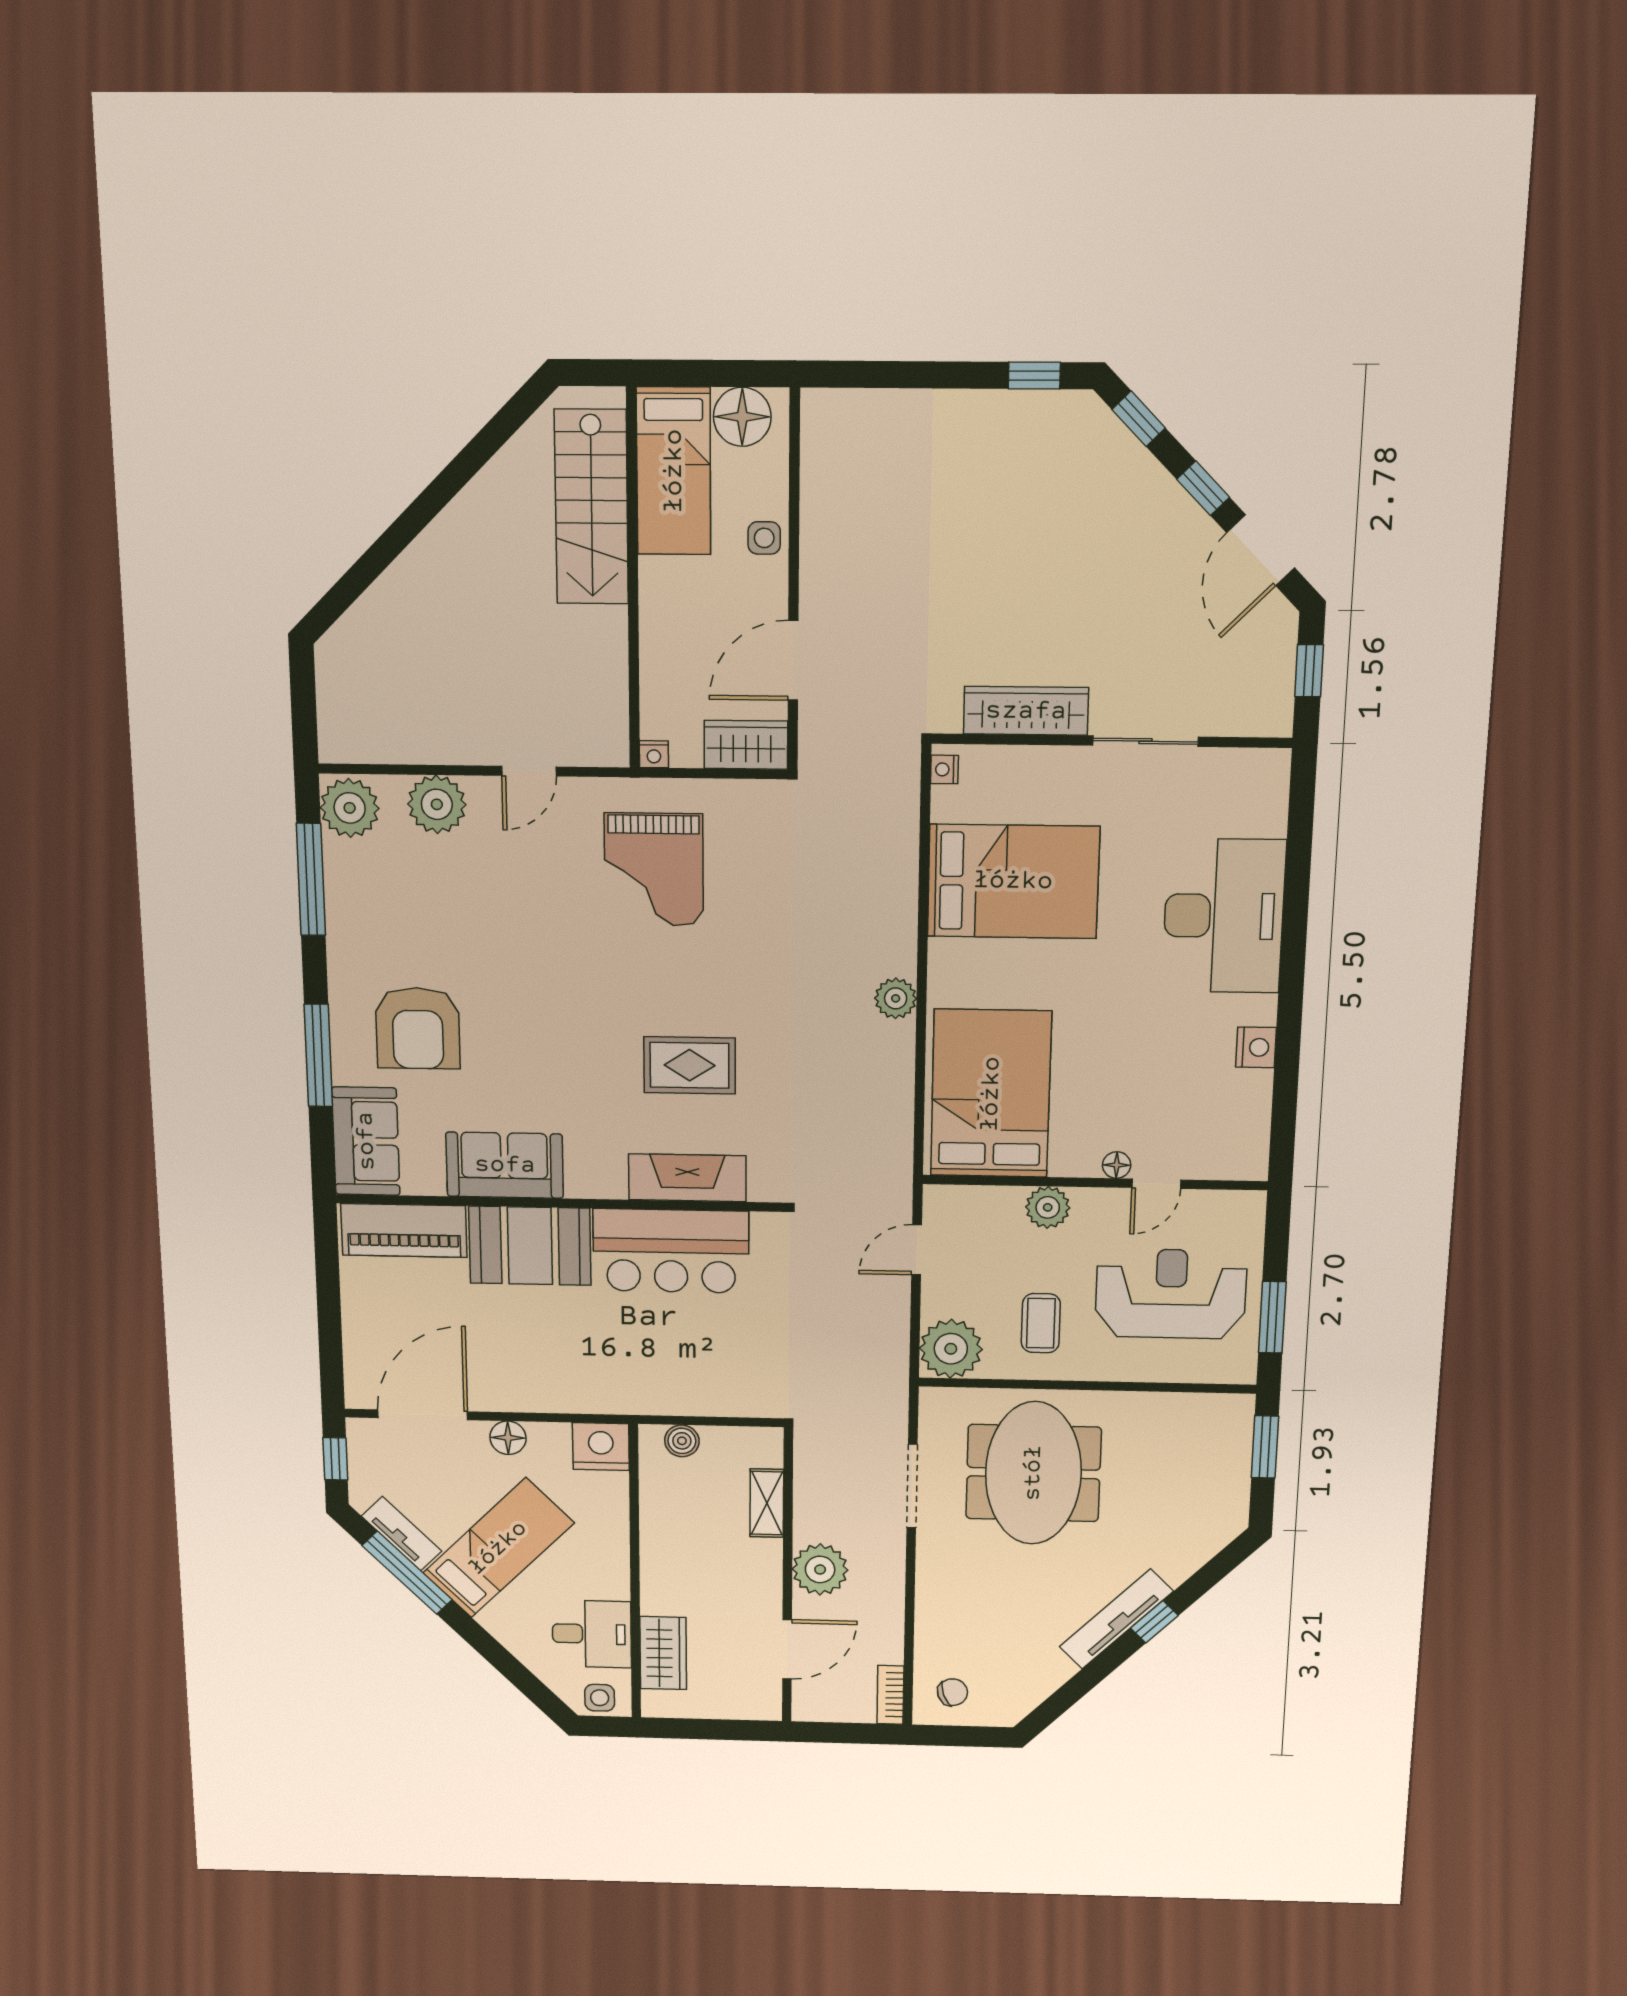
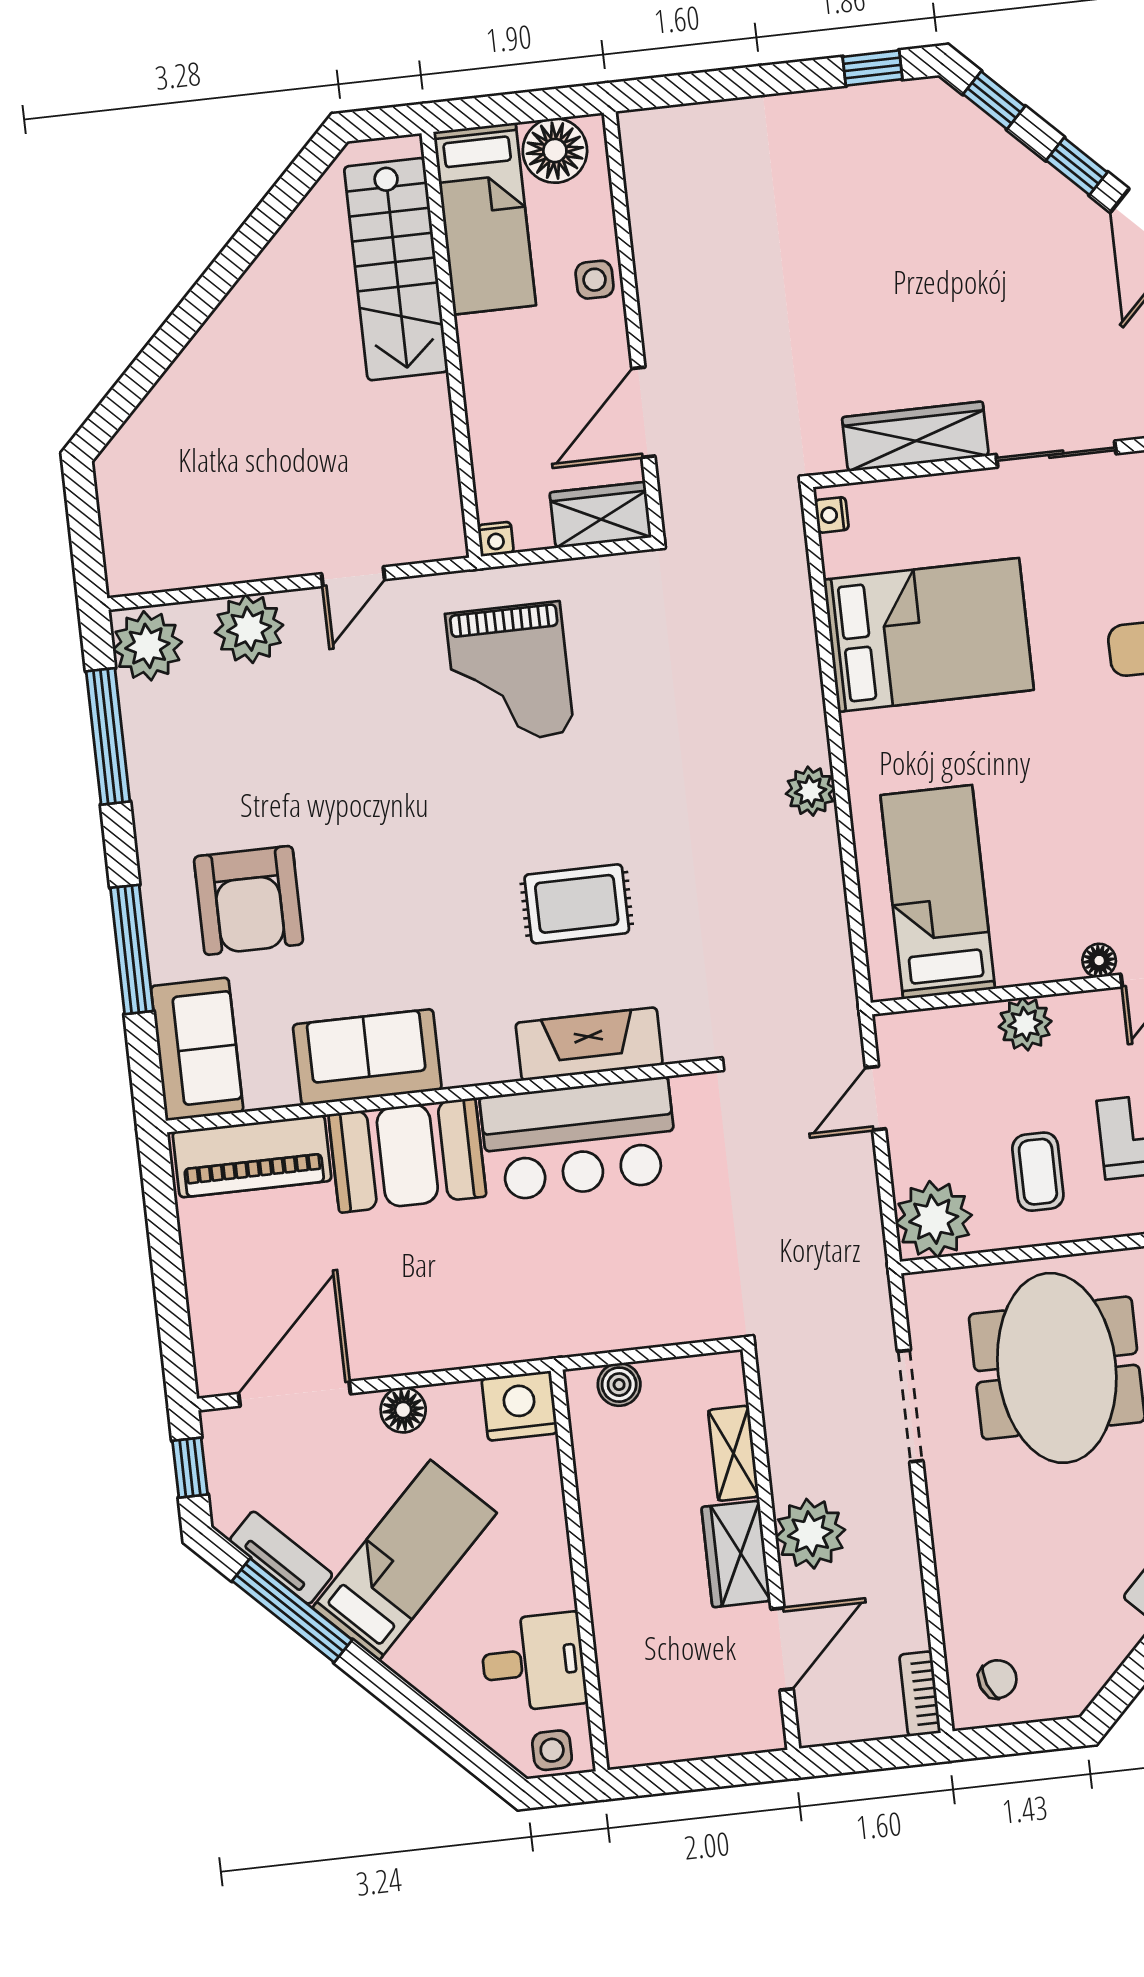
bed: (991, 1094) -> (938, 892), width x0.67
wardrobe: (663, 1653) -> (736, 1554), moved, turned 180

